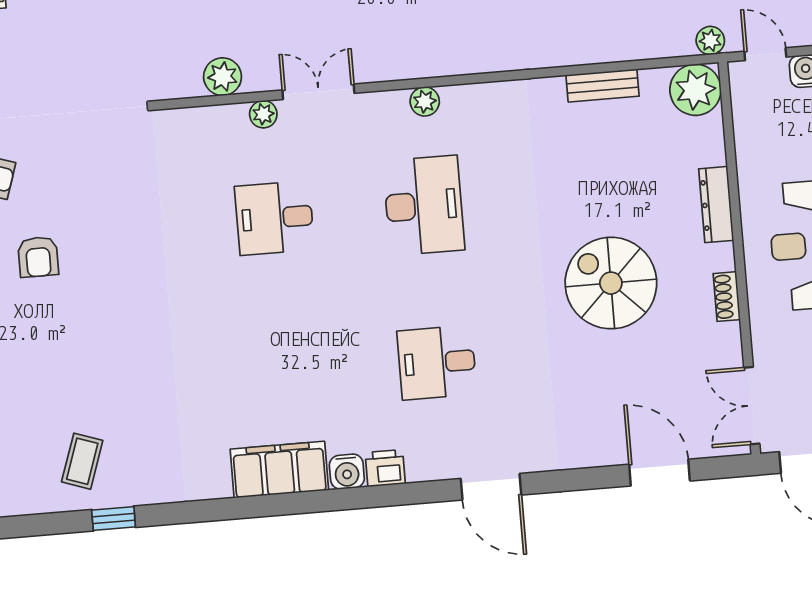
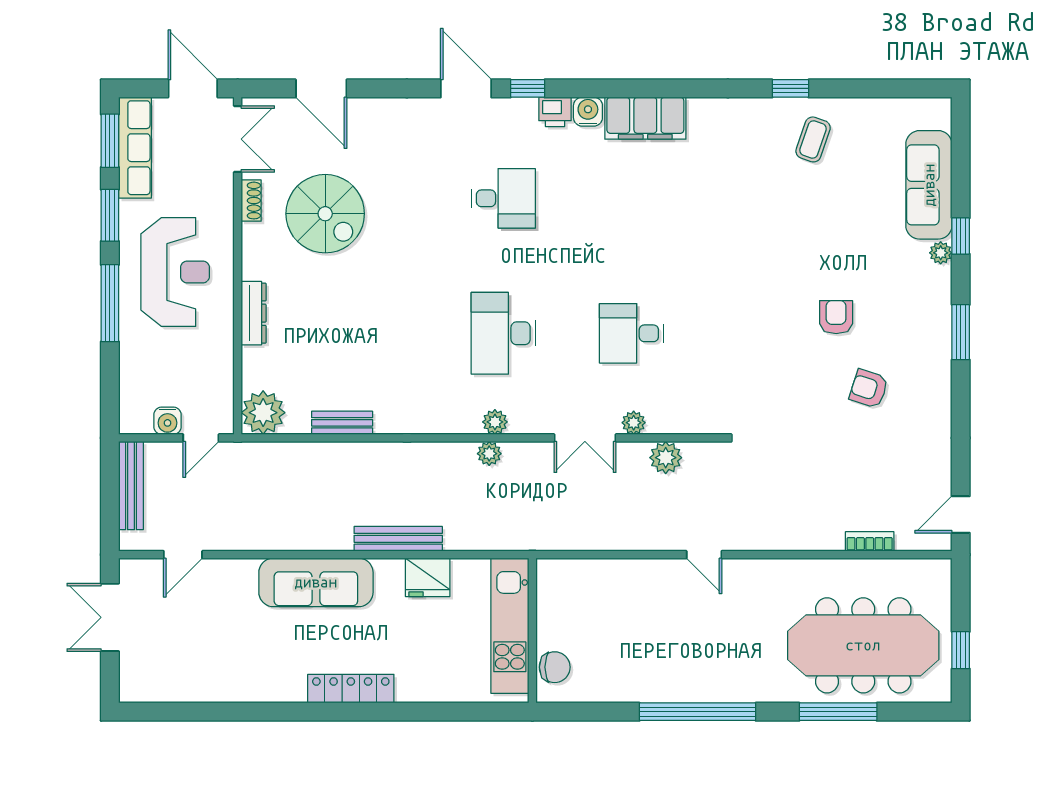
plant: (710, 41) -> (489, 454), moved
door: (765, 54) -> (201, 438), hinge flipped
desk: (274, 218) -> (632, 333), turned 180
spiral stairs: (611, 283) -> (325, 214), moved
shoe rack: (727, 297) -> (251, 201), moved
window: (419, 493) -> (528, 88), added

